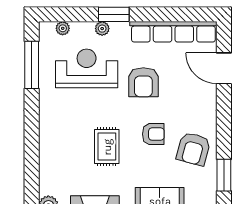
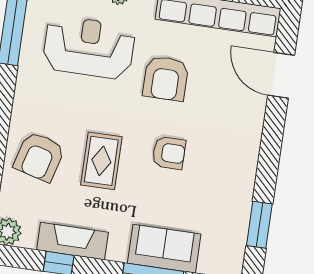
armchair: (193, 149) -> (39, 157), moved

